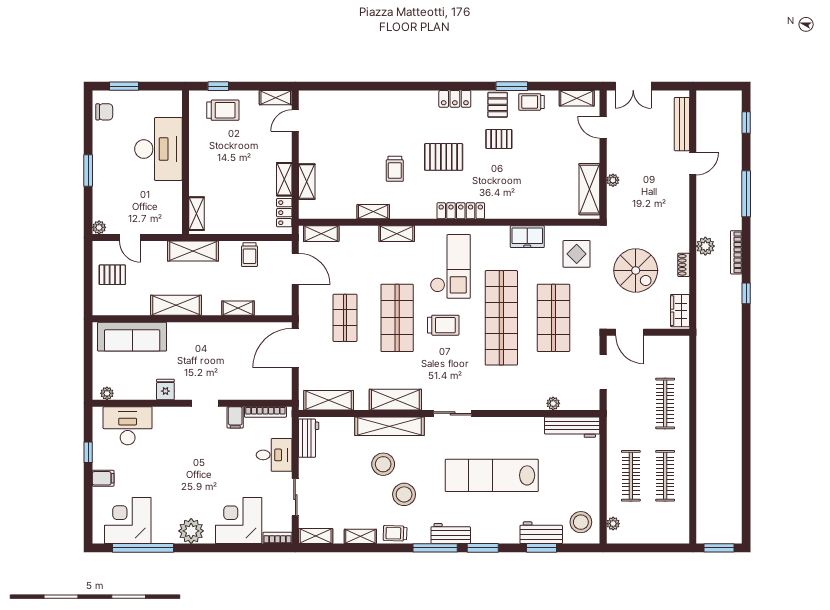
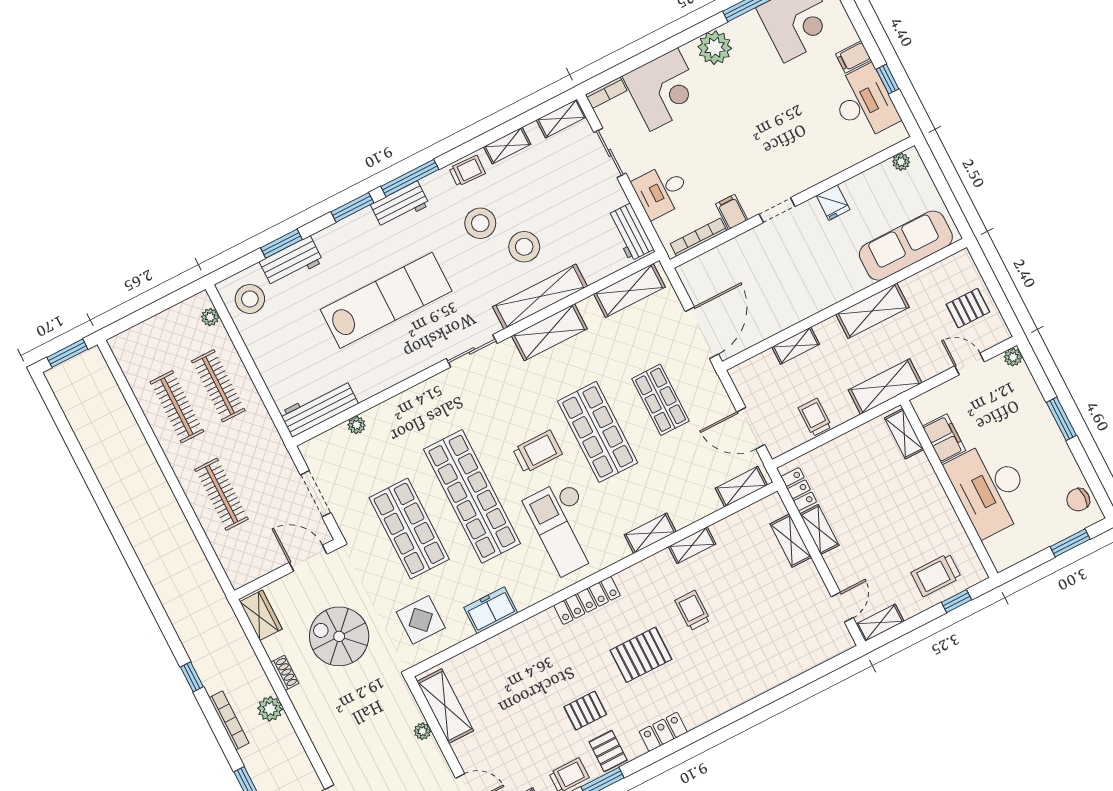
filing cabinet: (172, 197) -> (944, 438), added
trolley: (443, 325) -> (538, 452), turned 180
desk: (128, 426) -> (864, 103), moved, turned -90

